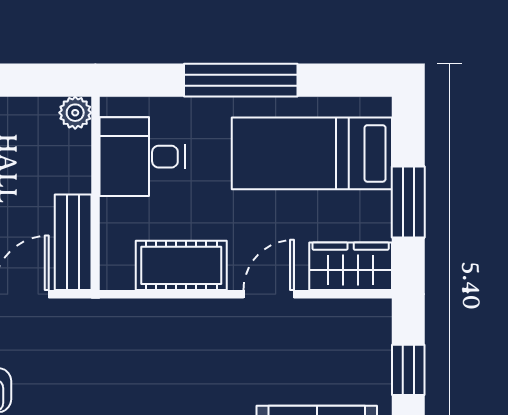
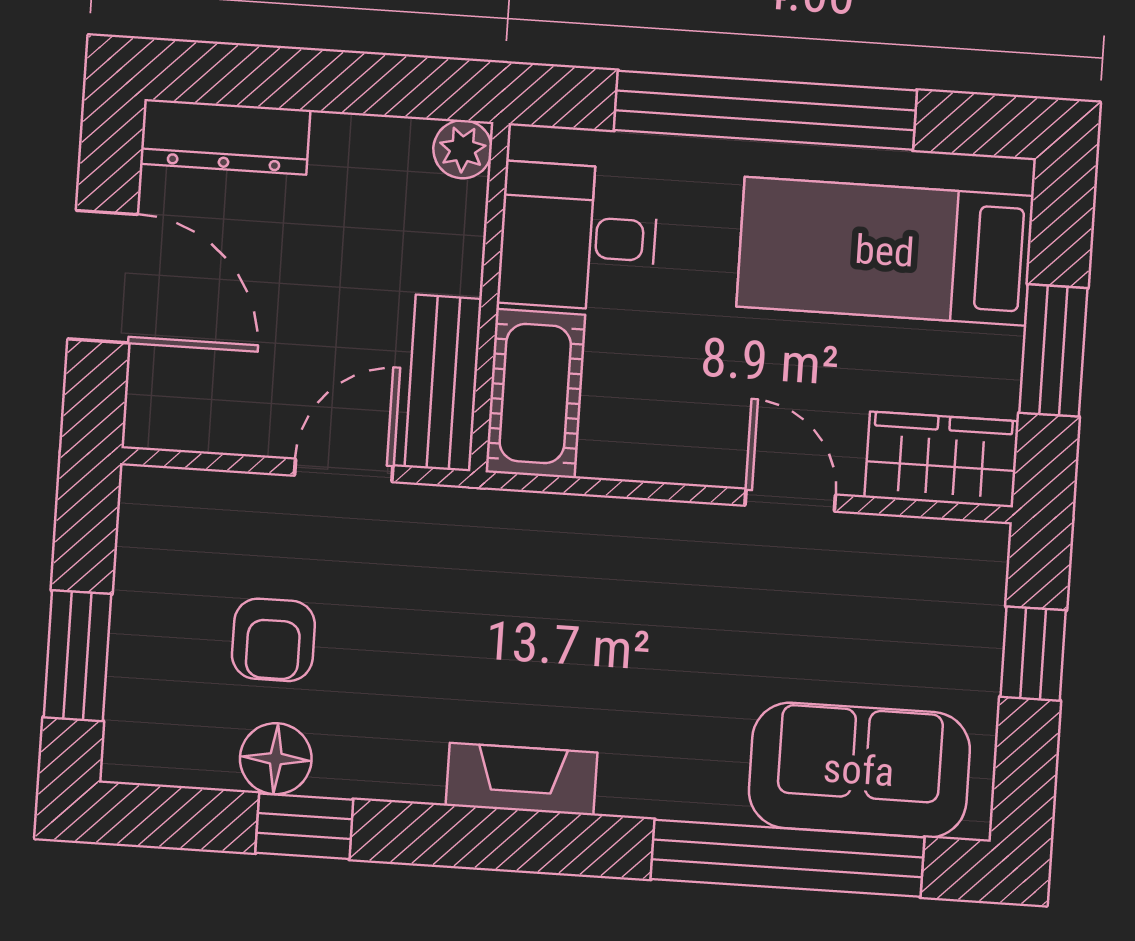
window: (241, 80) -> (765, 110), width x1.46
cot: (181, 265) -> (535, 393), moved, turned 90
door: (269, 294) -> (790, 500), hinge flipped

